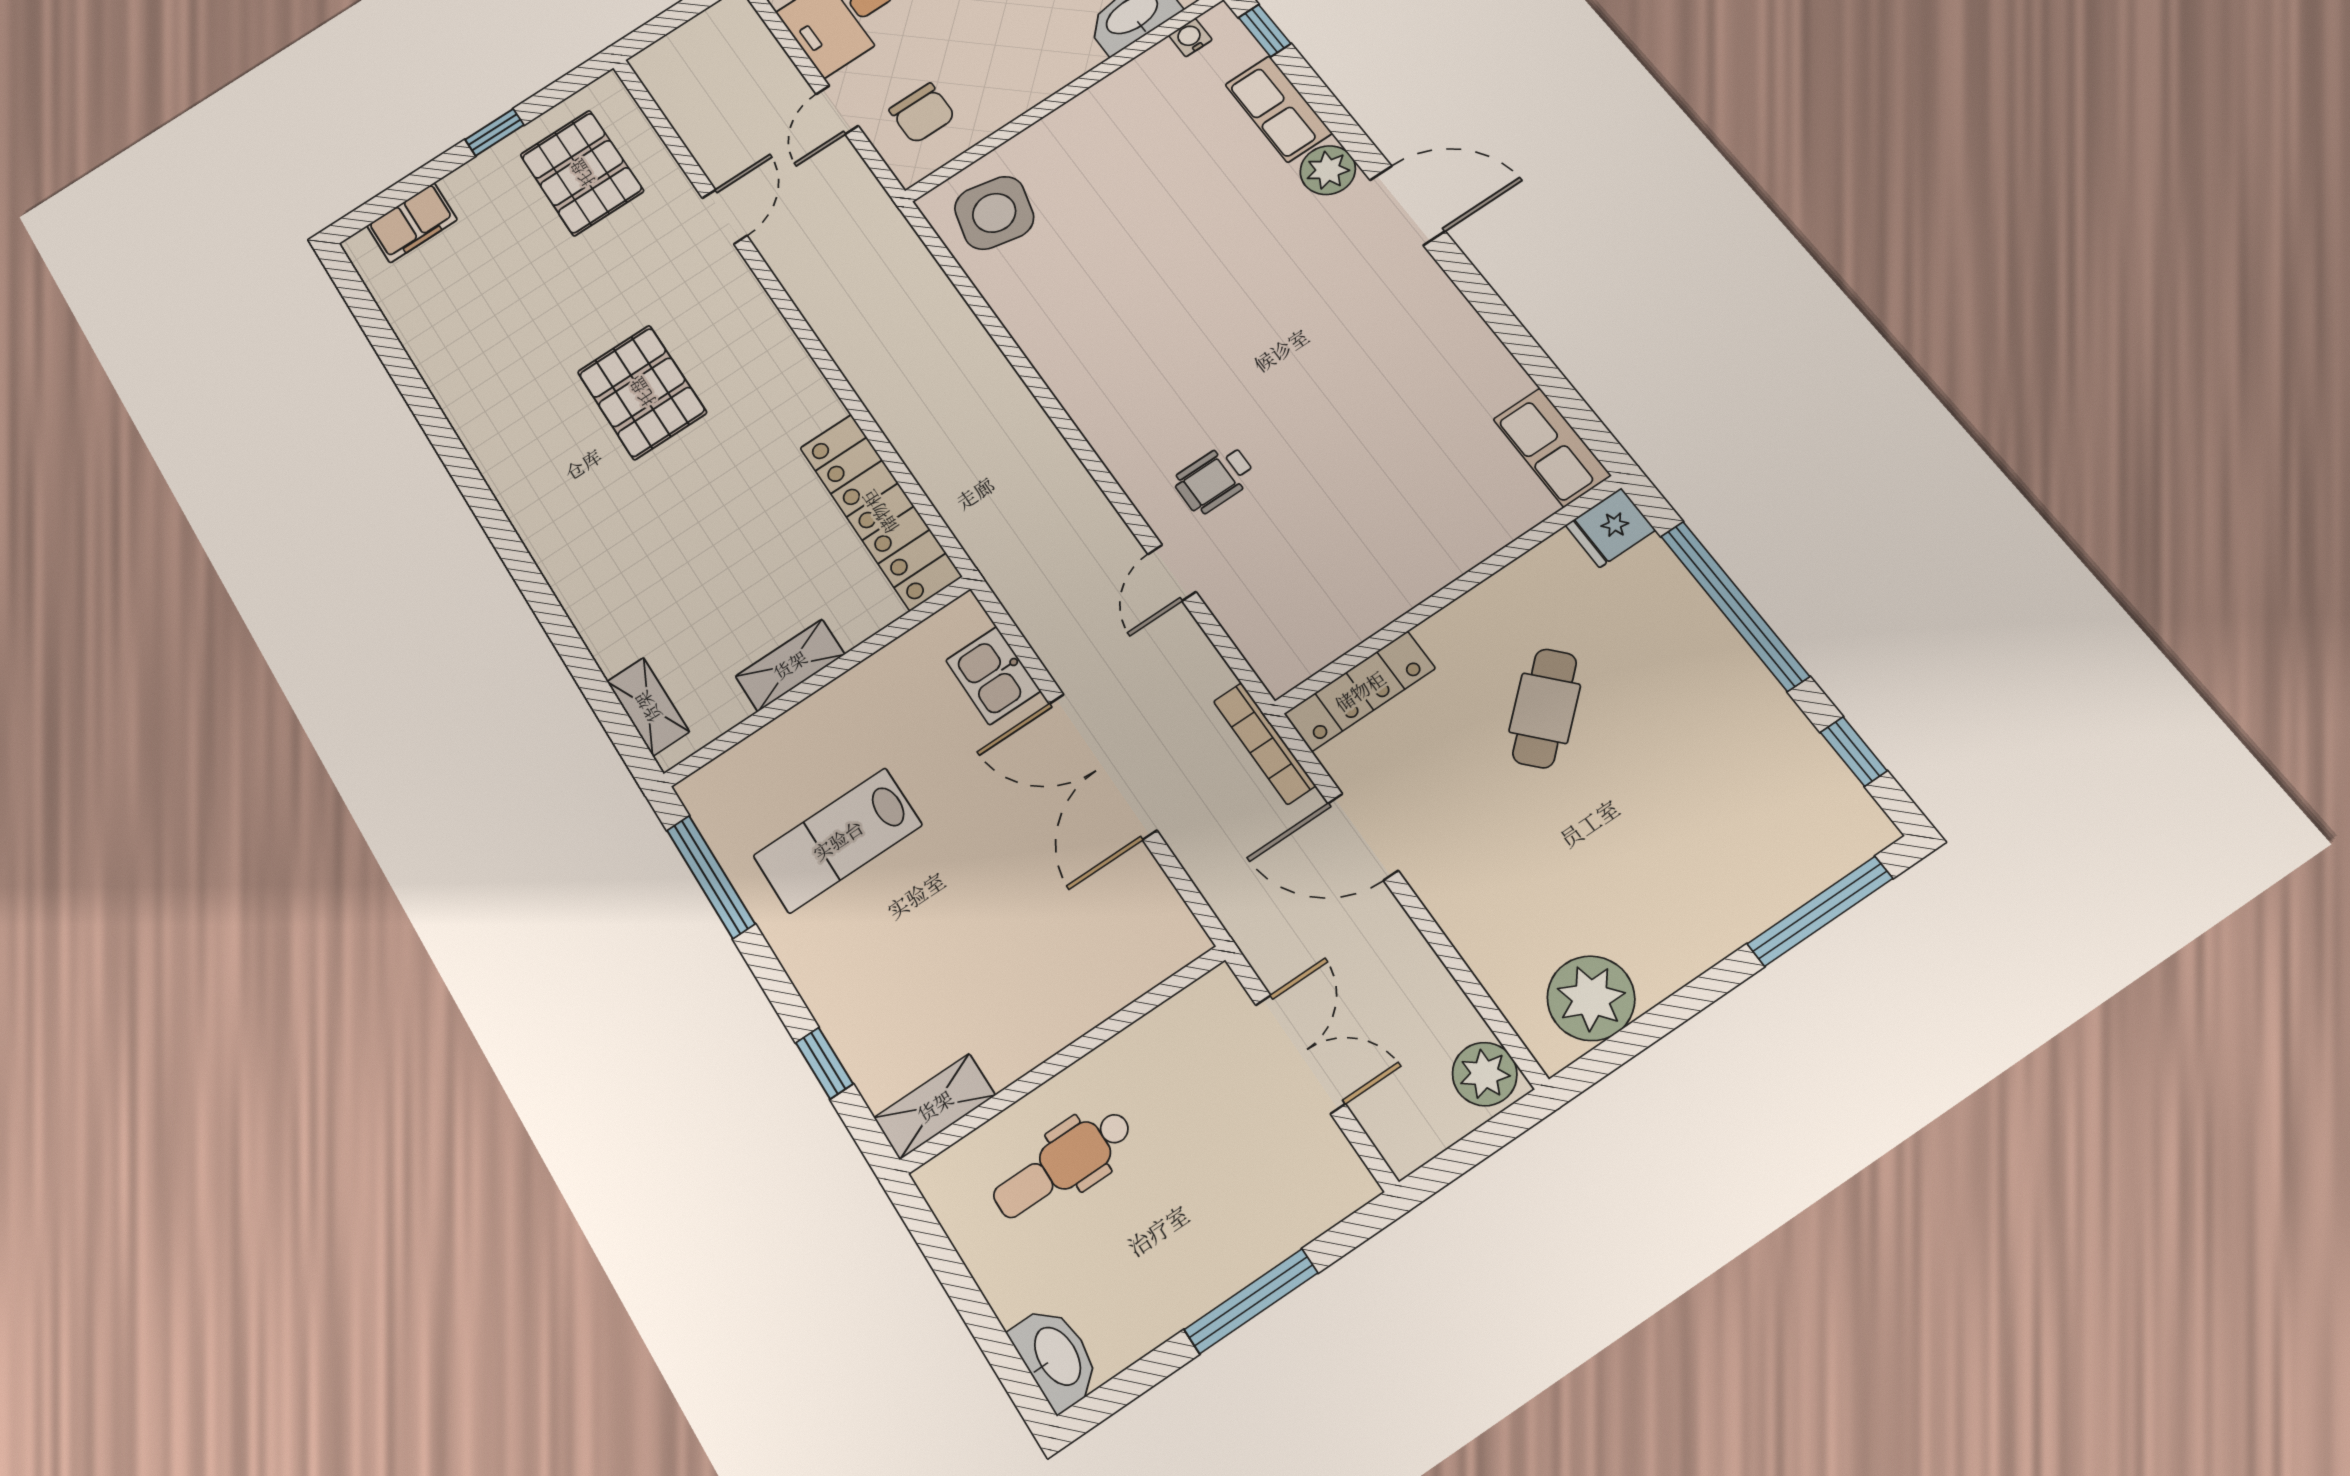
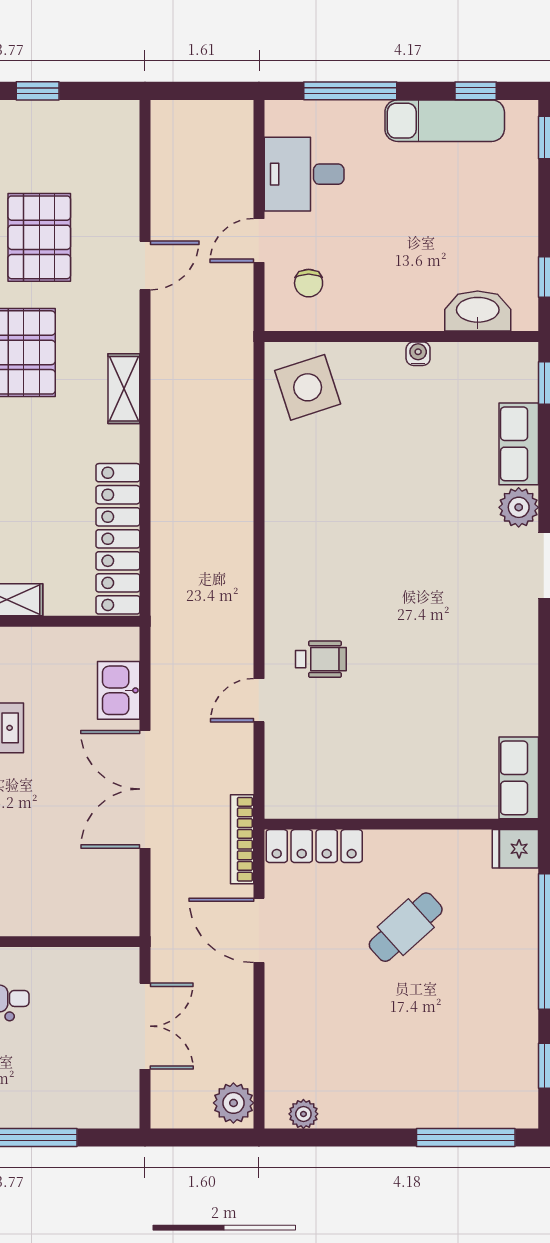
water cooler: (1190, 38) -> (418, 354), moved
chair: (922, 113) -> (309, 283), width x0.73, depth x0.73
pallet: (582, 173) -> (39, 237), moved
side table: (994, 213) -> (308, 387), turned -31
shelving: (783, 353) -> (124, 389), added
wheelchair: (1214, 479) -> (321, 659), turned 180
plant: (1591, 998) -> (303, 1114), width x0.53, depth x0.53

